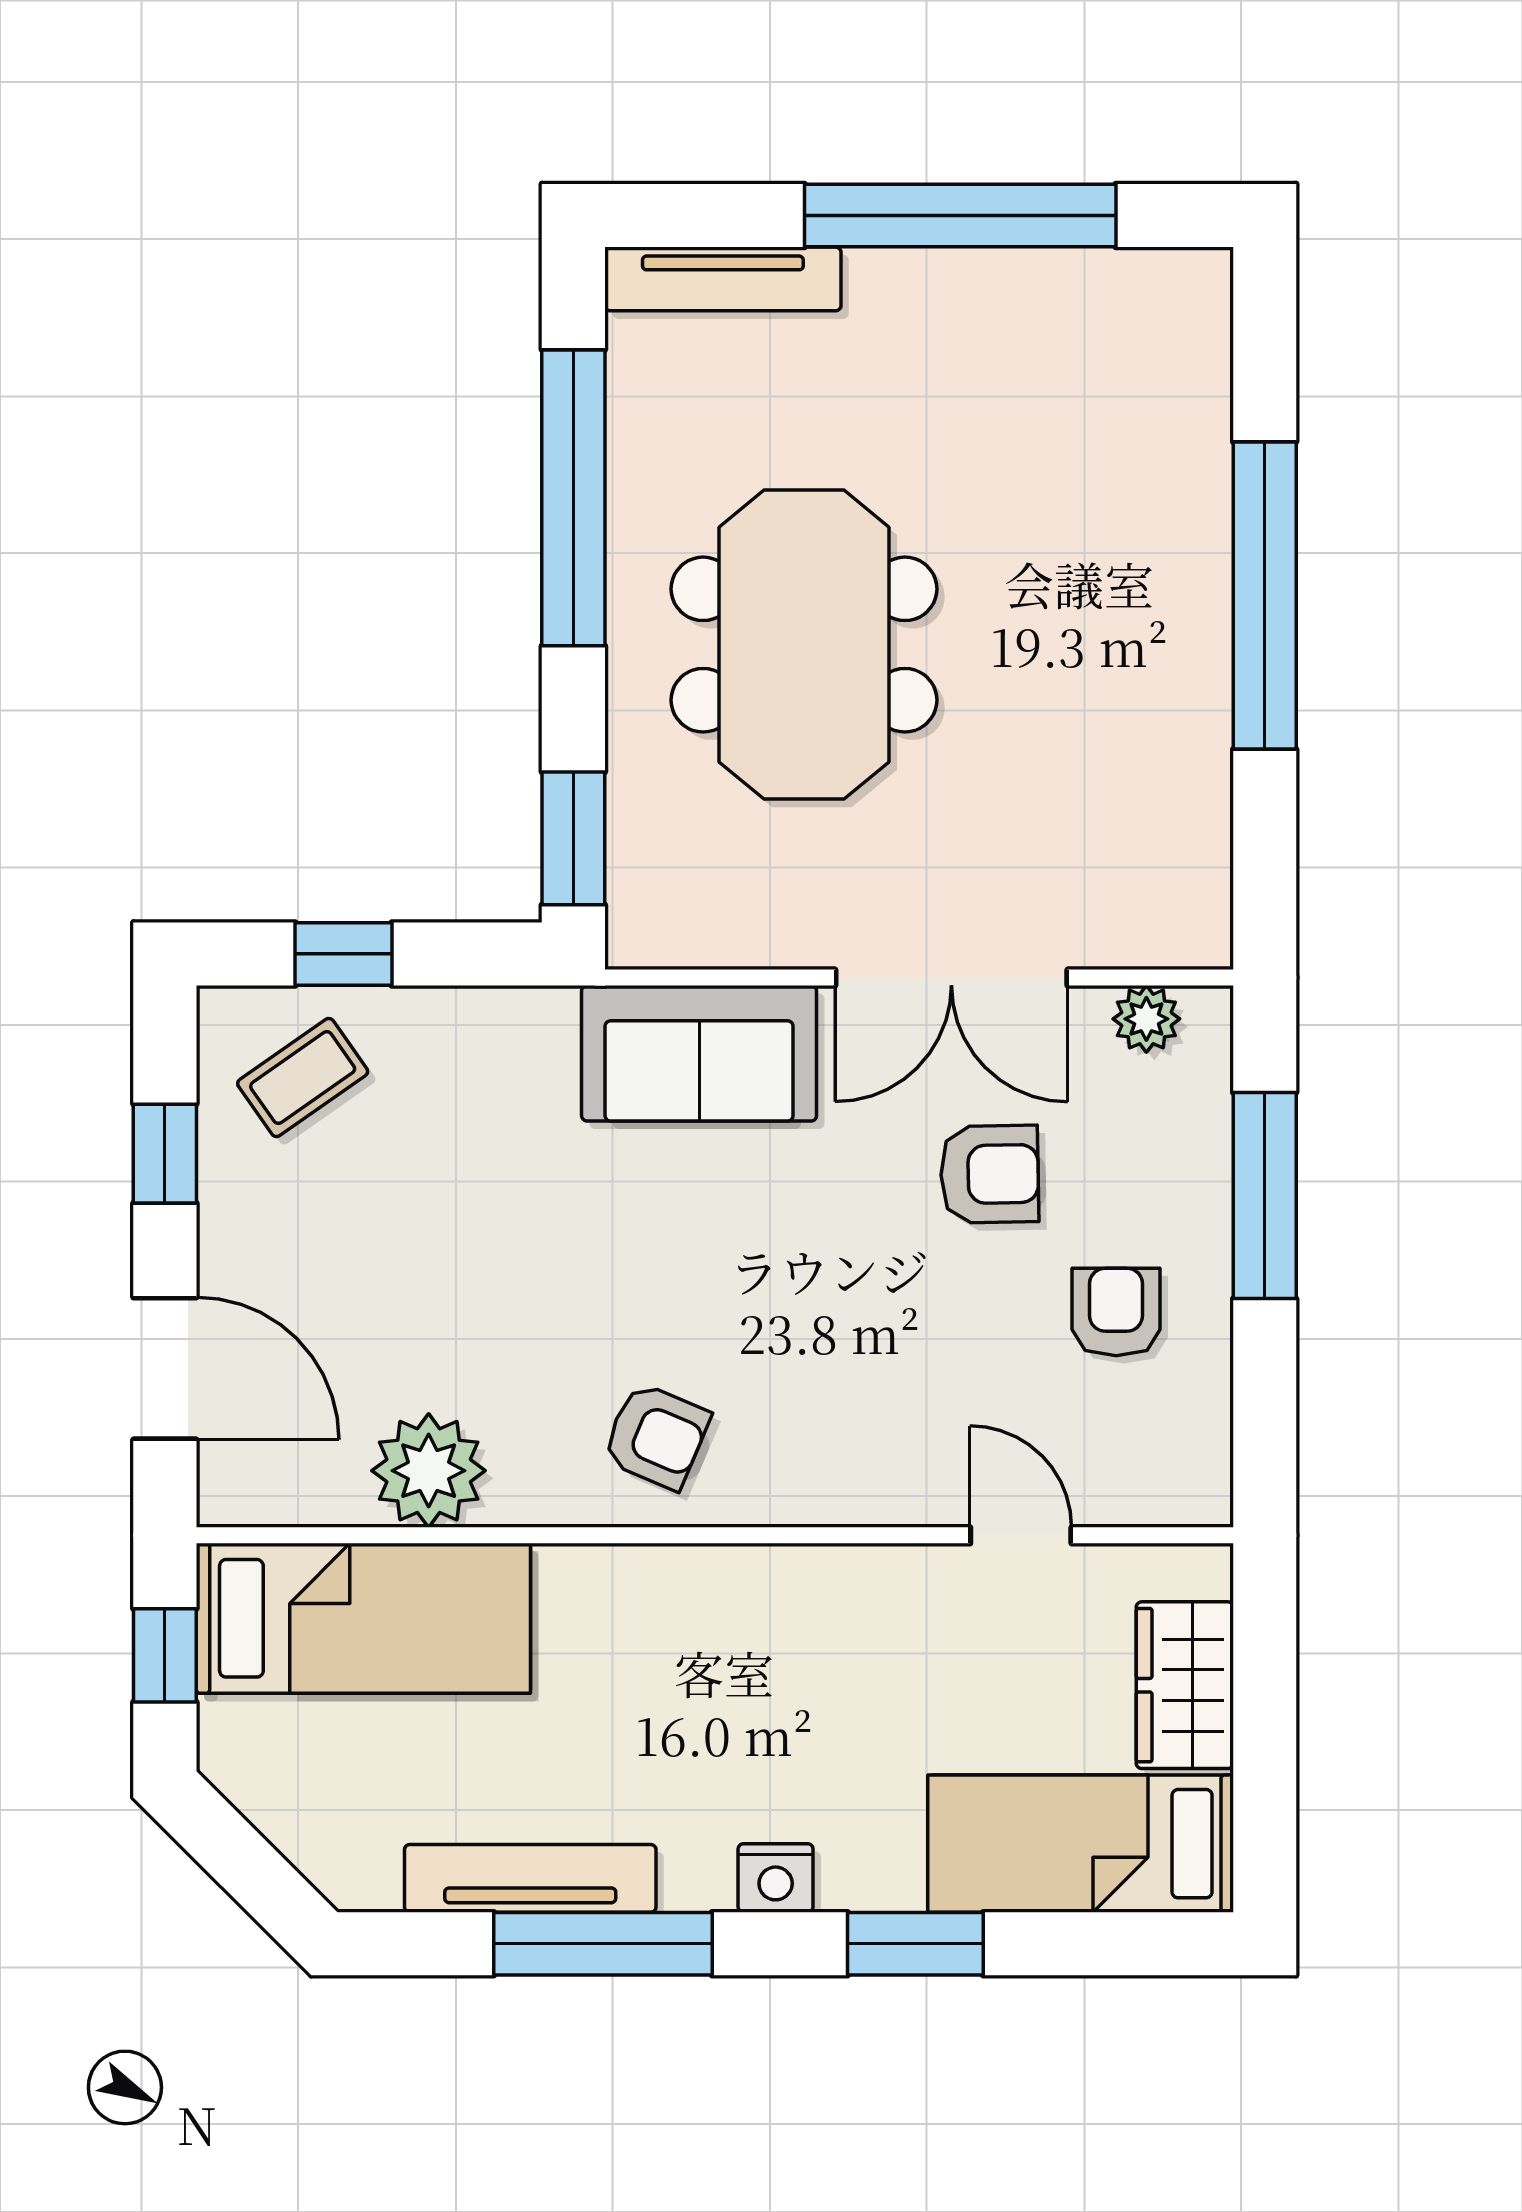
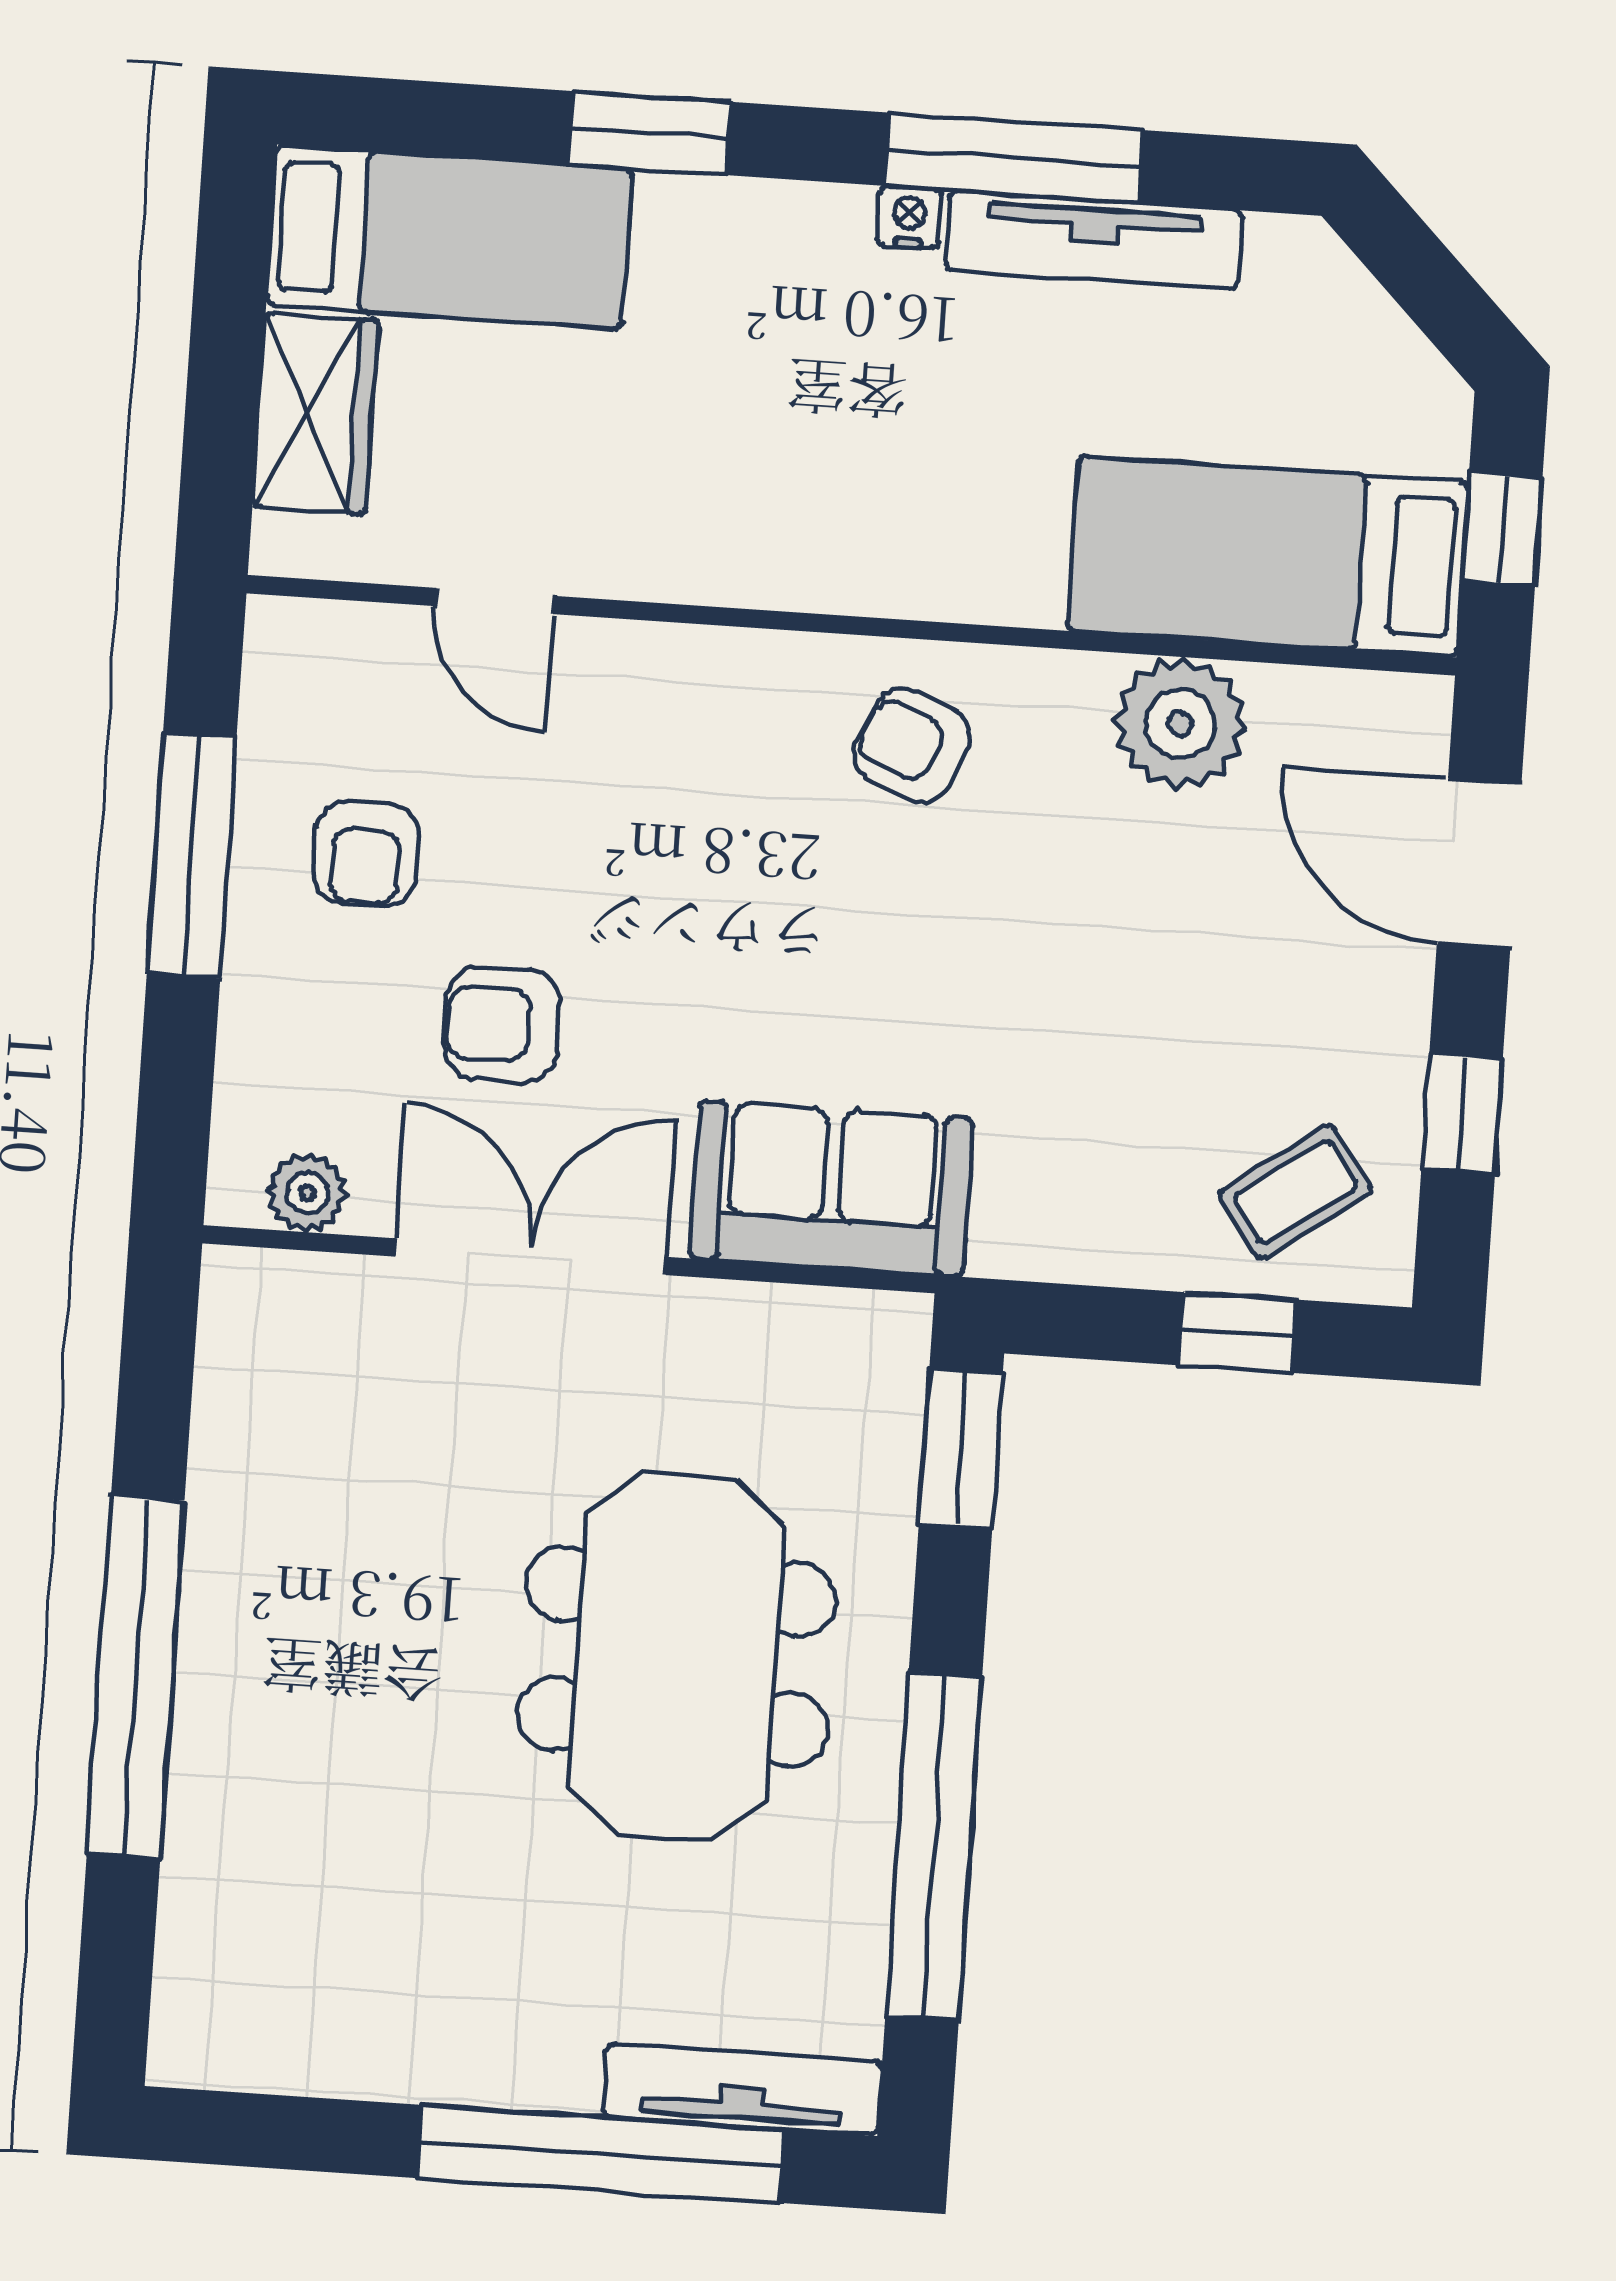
window: (960, 216) -> (601, 2154), moved
window: (1265, 1196) -> (192, 856), moved
nightstand: (776, 1878) -> (909, 217), moved, width x0.72, depth x0.74

